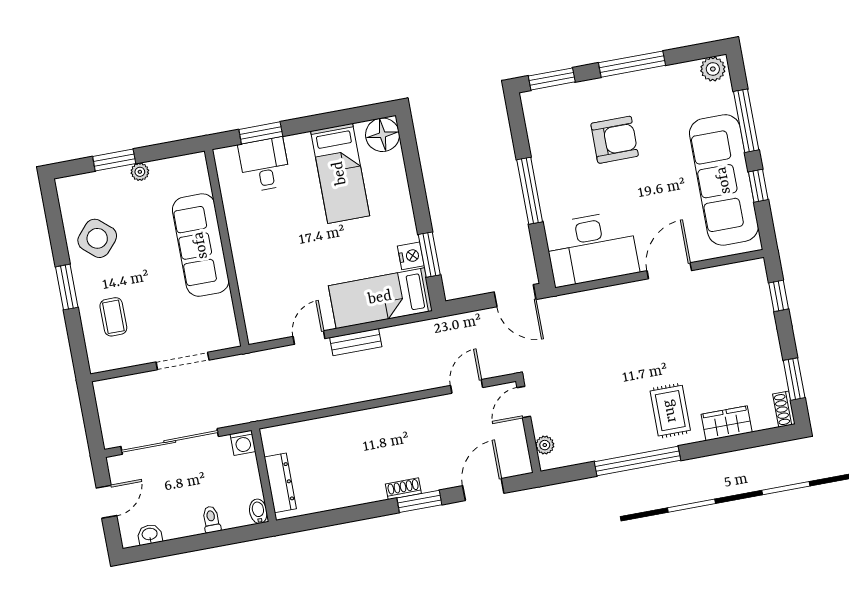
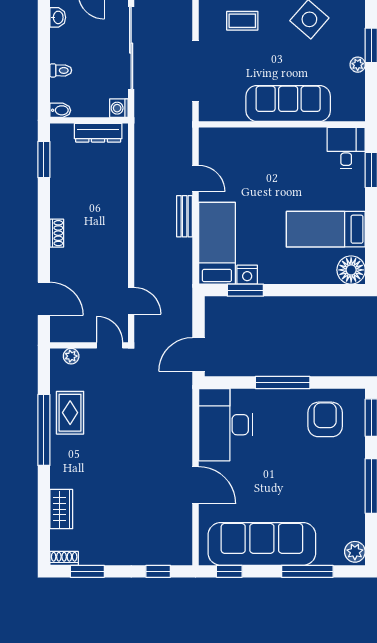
armchair: (615, 140) -> (325, 419), moved, turned 180
desk: (264, 165) -> (346, 148), moved, turned -90
window: (758, 186) -> (229, 571), moved
doorway: (183, 361) -> (196, 71), width x1.36
rug: (670, 411) -> (70, 413), moved, turned 90
dresser: (280, 483) -> (98, 133), moved
window: (419, 501) -> (44, 159), moved

